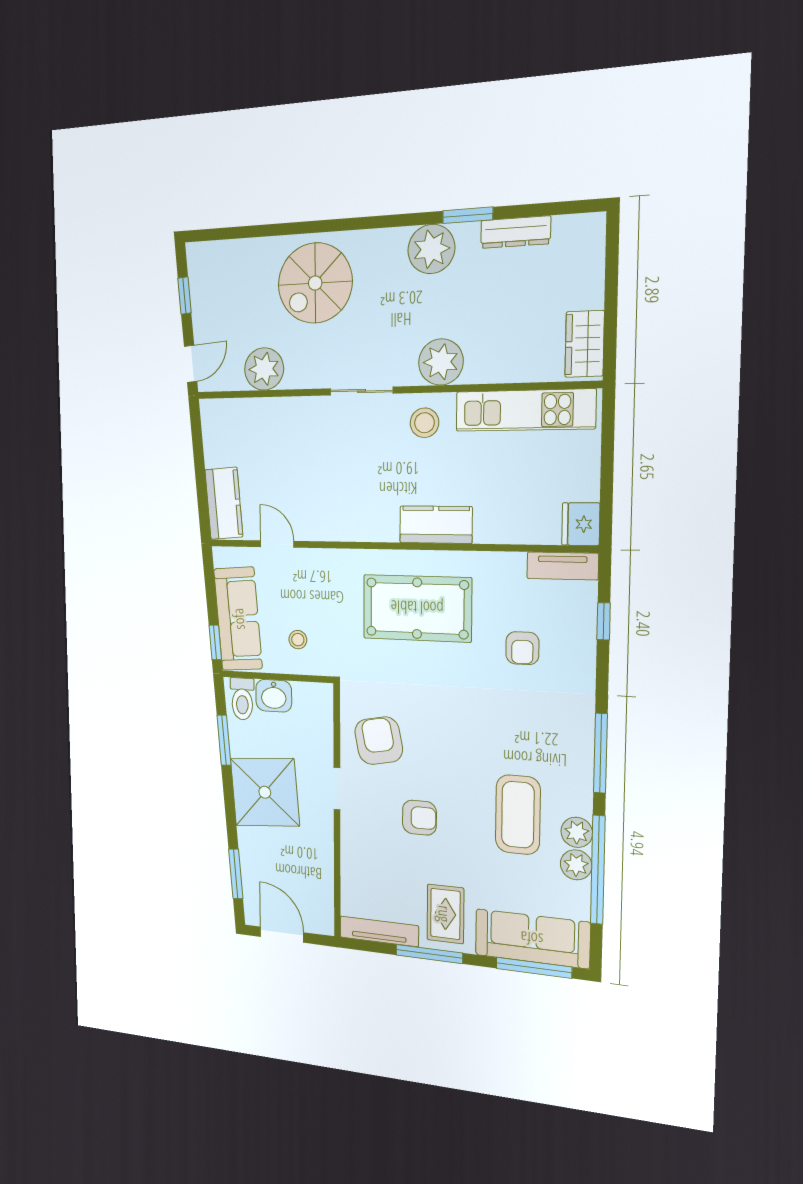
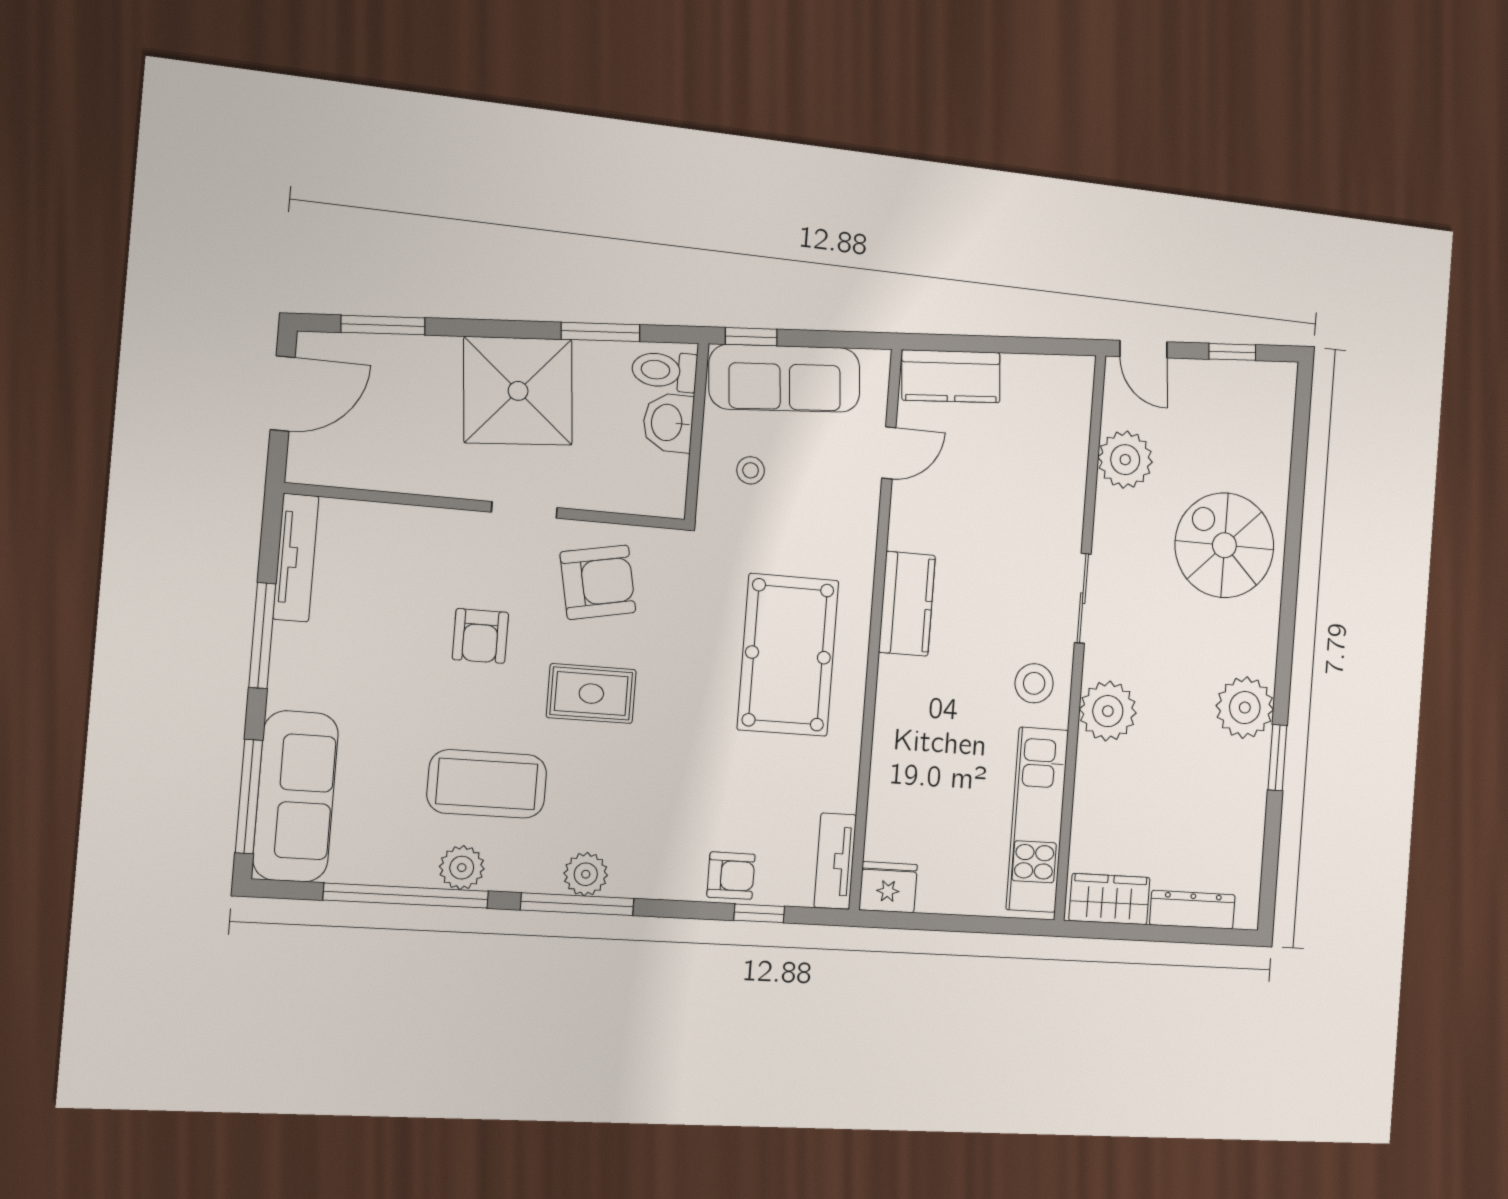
dresser: (516, 232) -> (1192, 910), moved, turned 90
kitchen counter: (436, 525) -> (907, 604), moved
armchair: (522, 648) -> (731, 876), moved, turned 180
plant: (576, 865) -> (586, 874), moved
rug: (445, 914) -> (591, 694), moved

